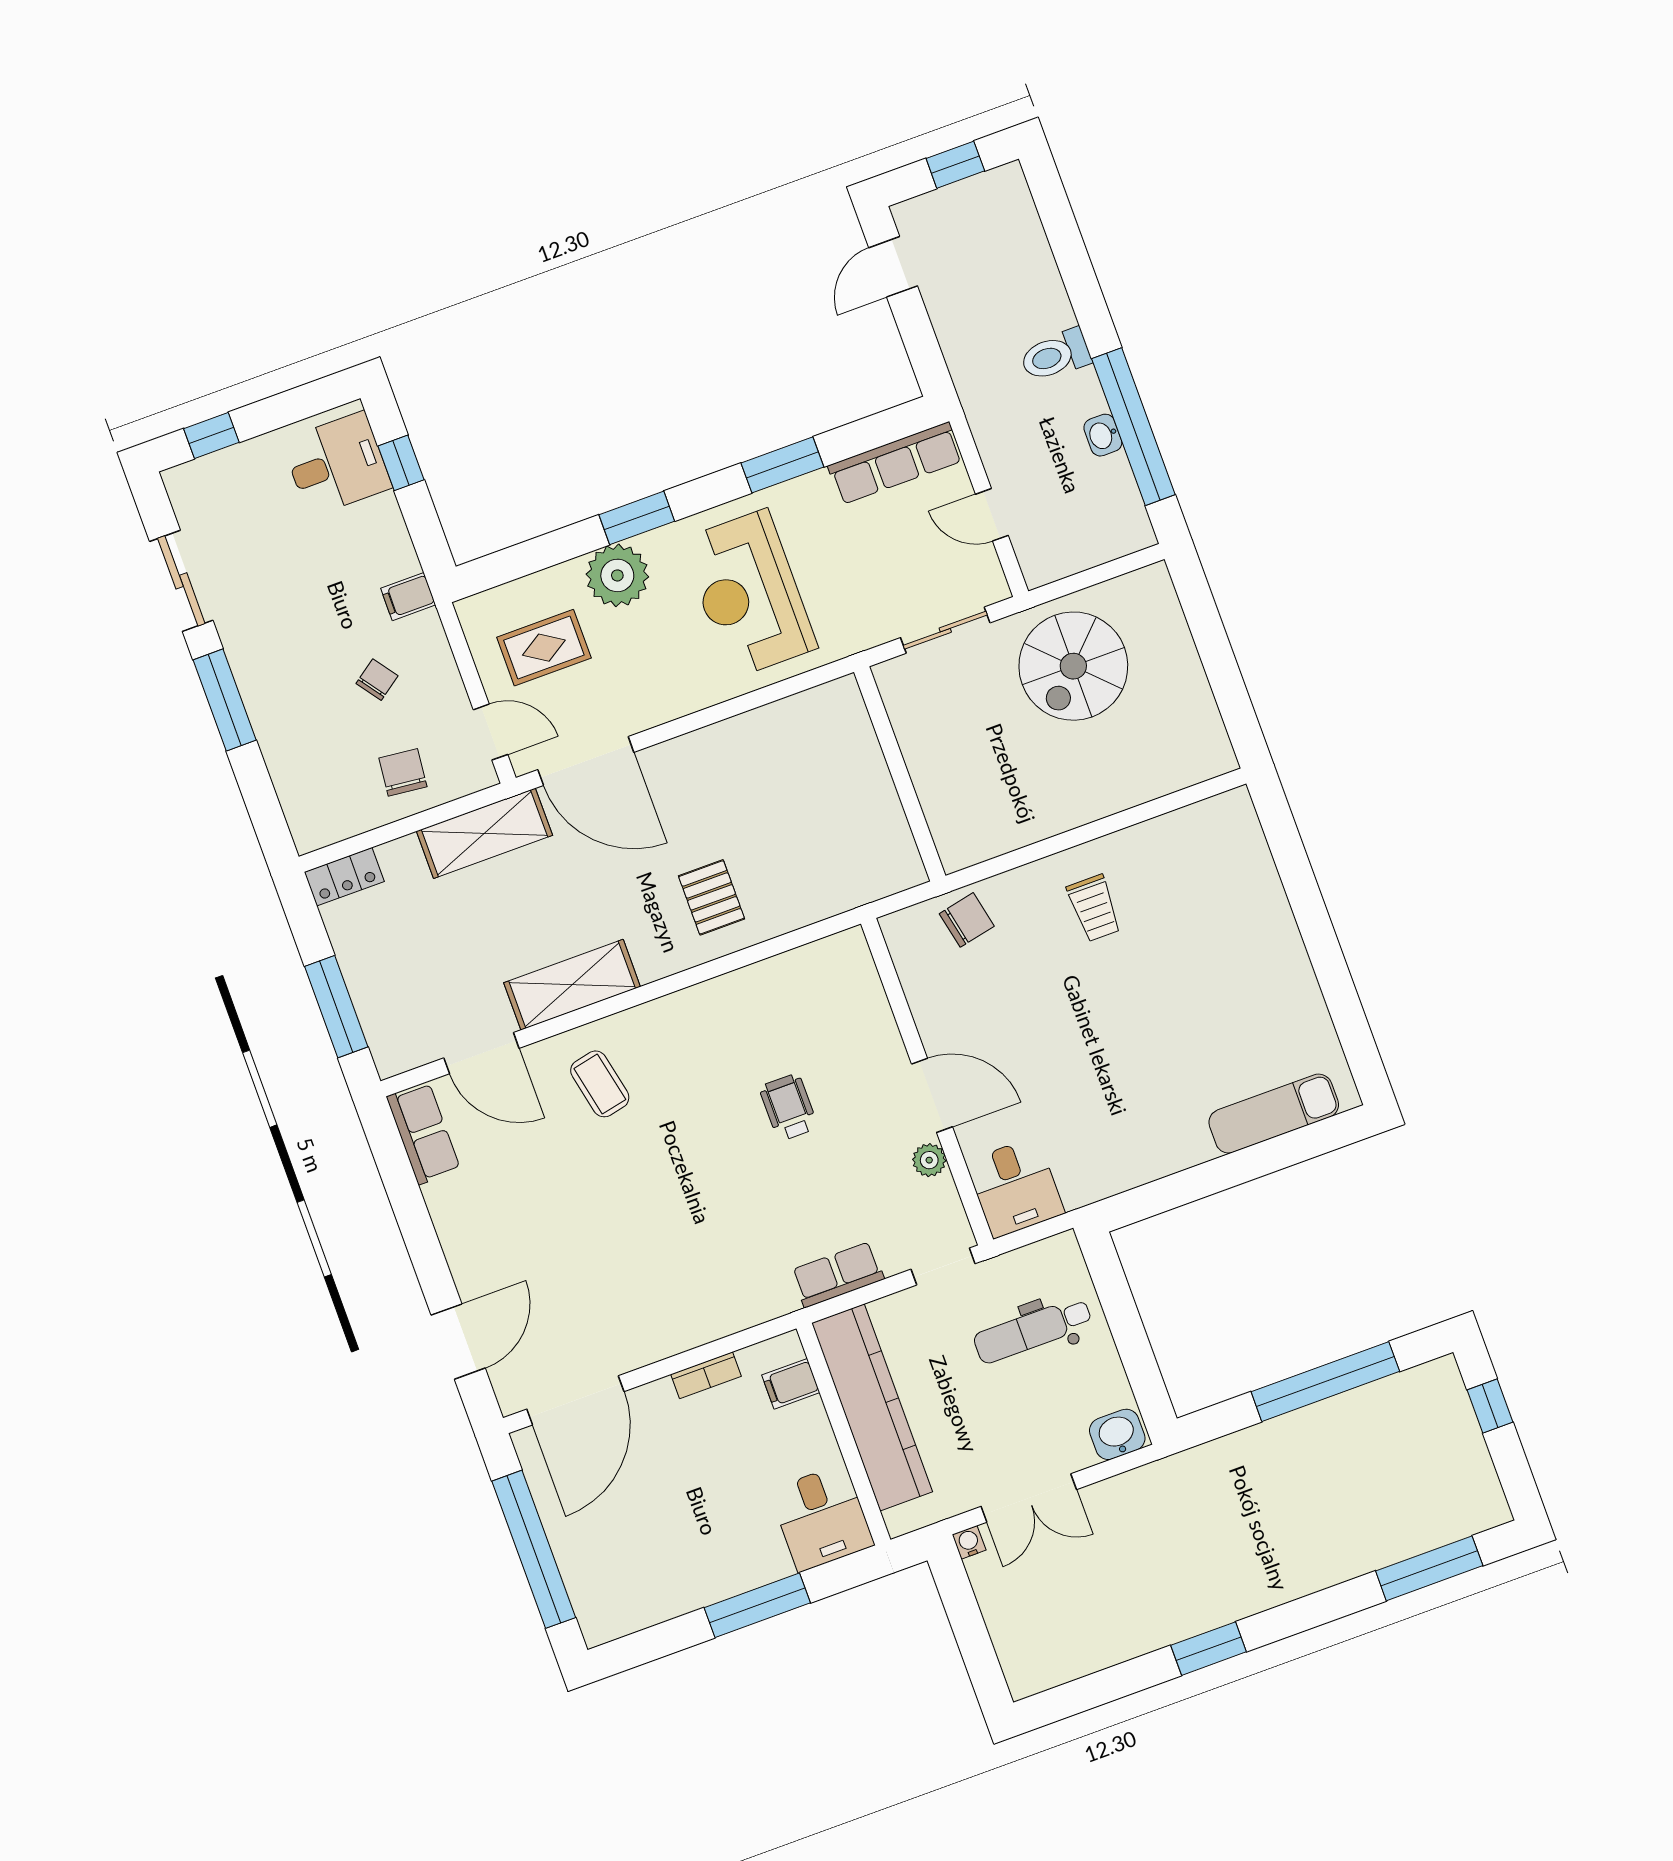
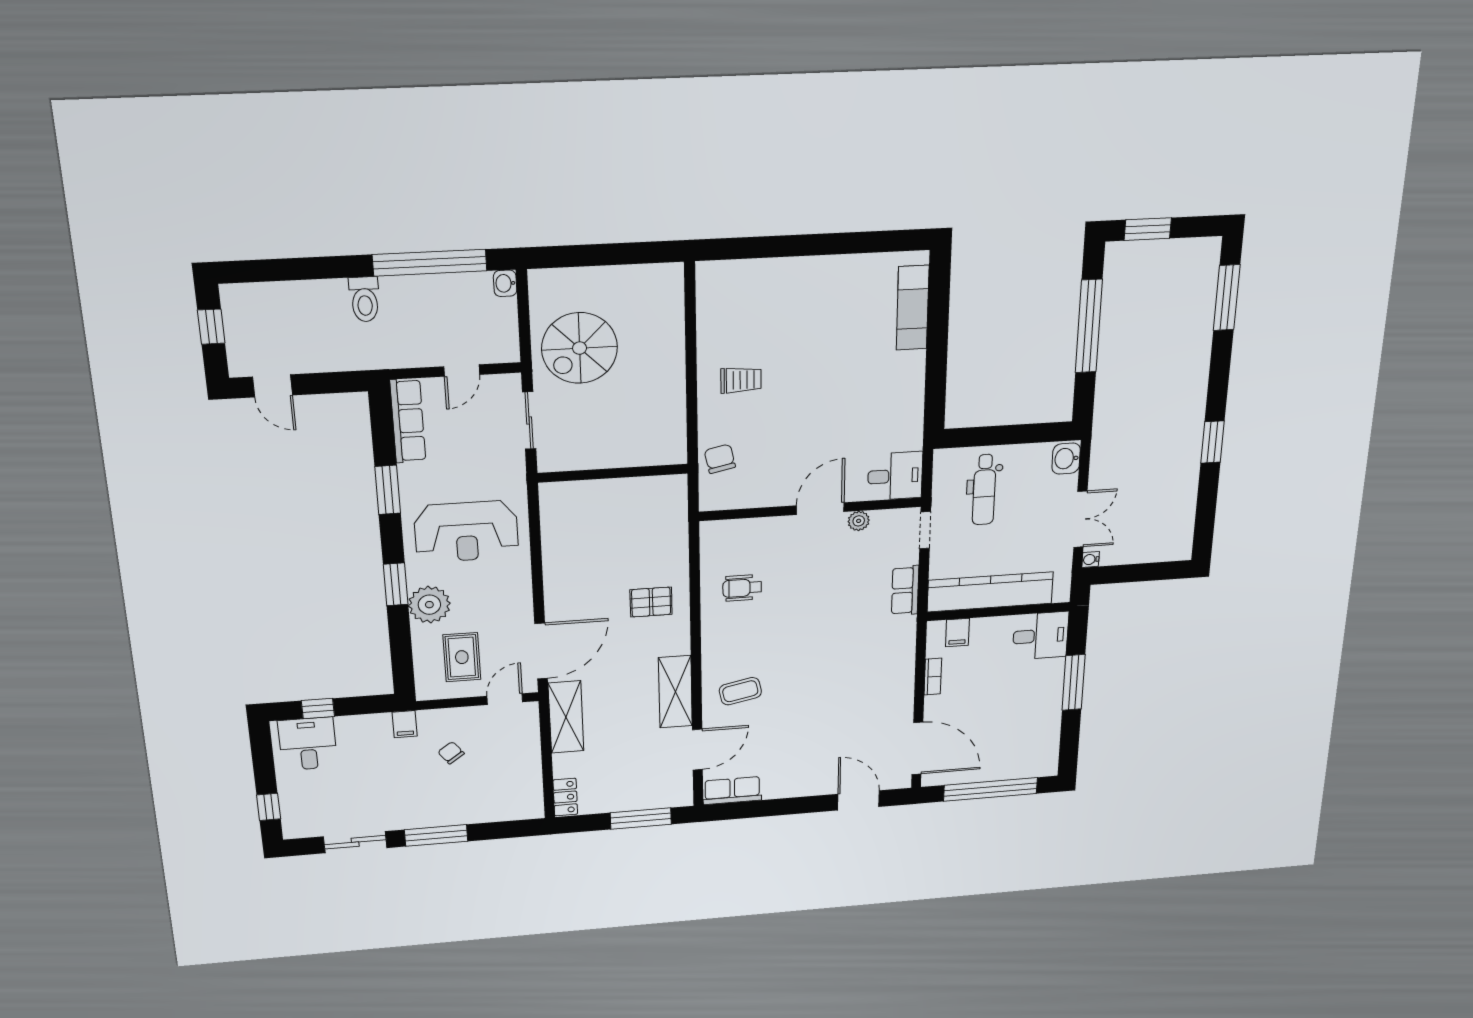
washbasin: (1103, 435) -> (505, 283), moved, turned 90
spiral stairs: (1073, 666) -> (580, 348), turned 90
chair: (403, 772) -> (513, 752), removed
wheelchair: (788, 1107) -> (742, 588), moved
window: (1490, 1406) -> (1148, 229), width x1.50

